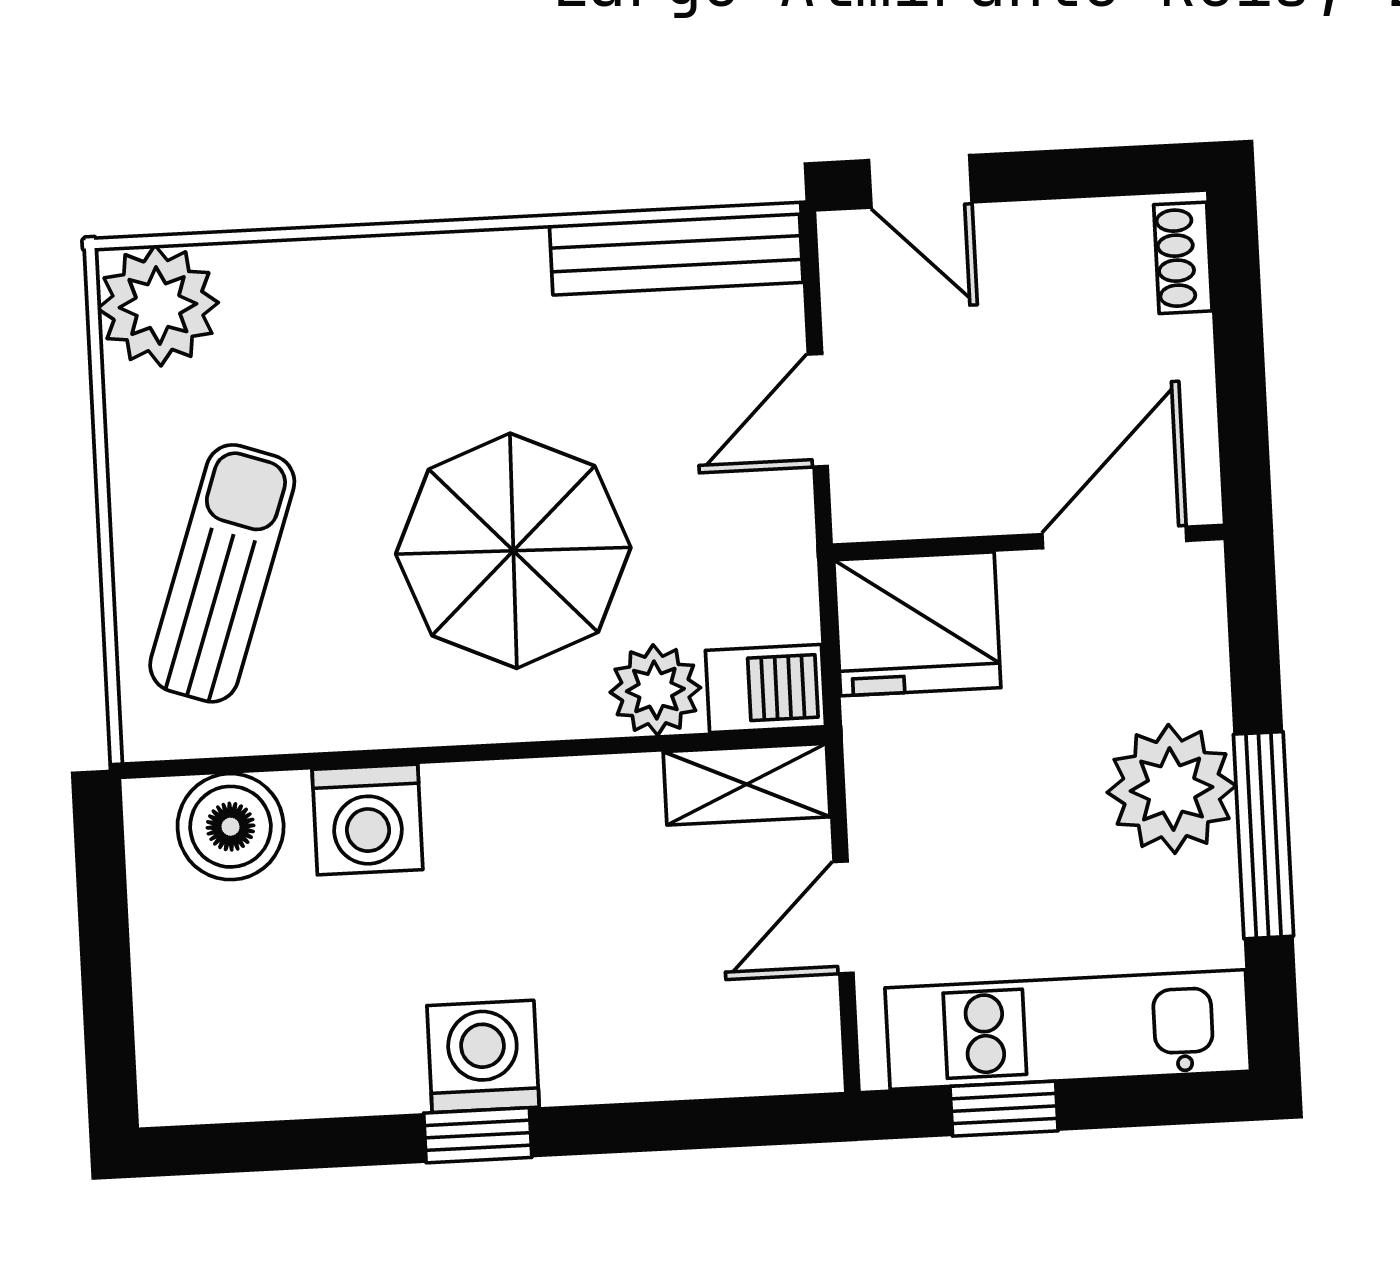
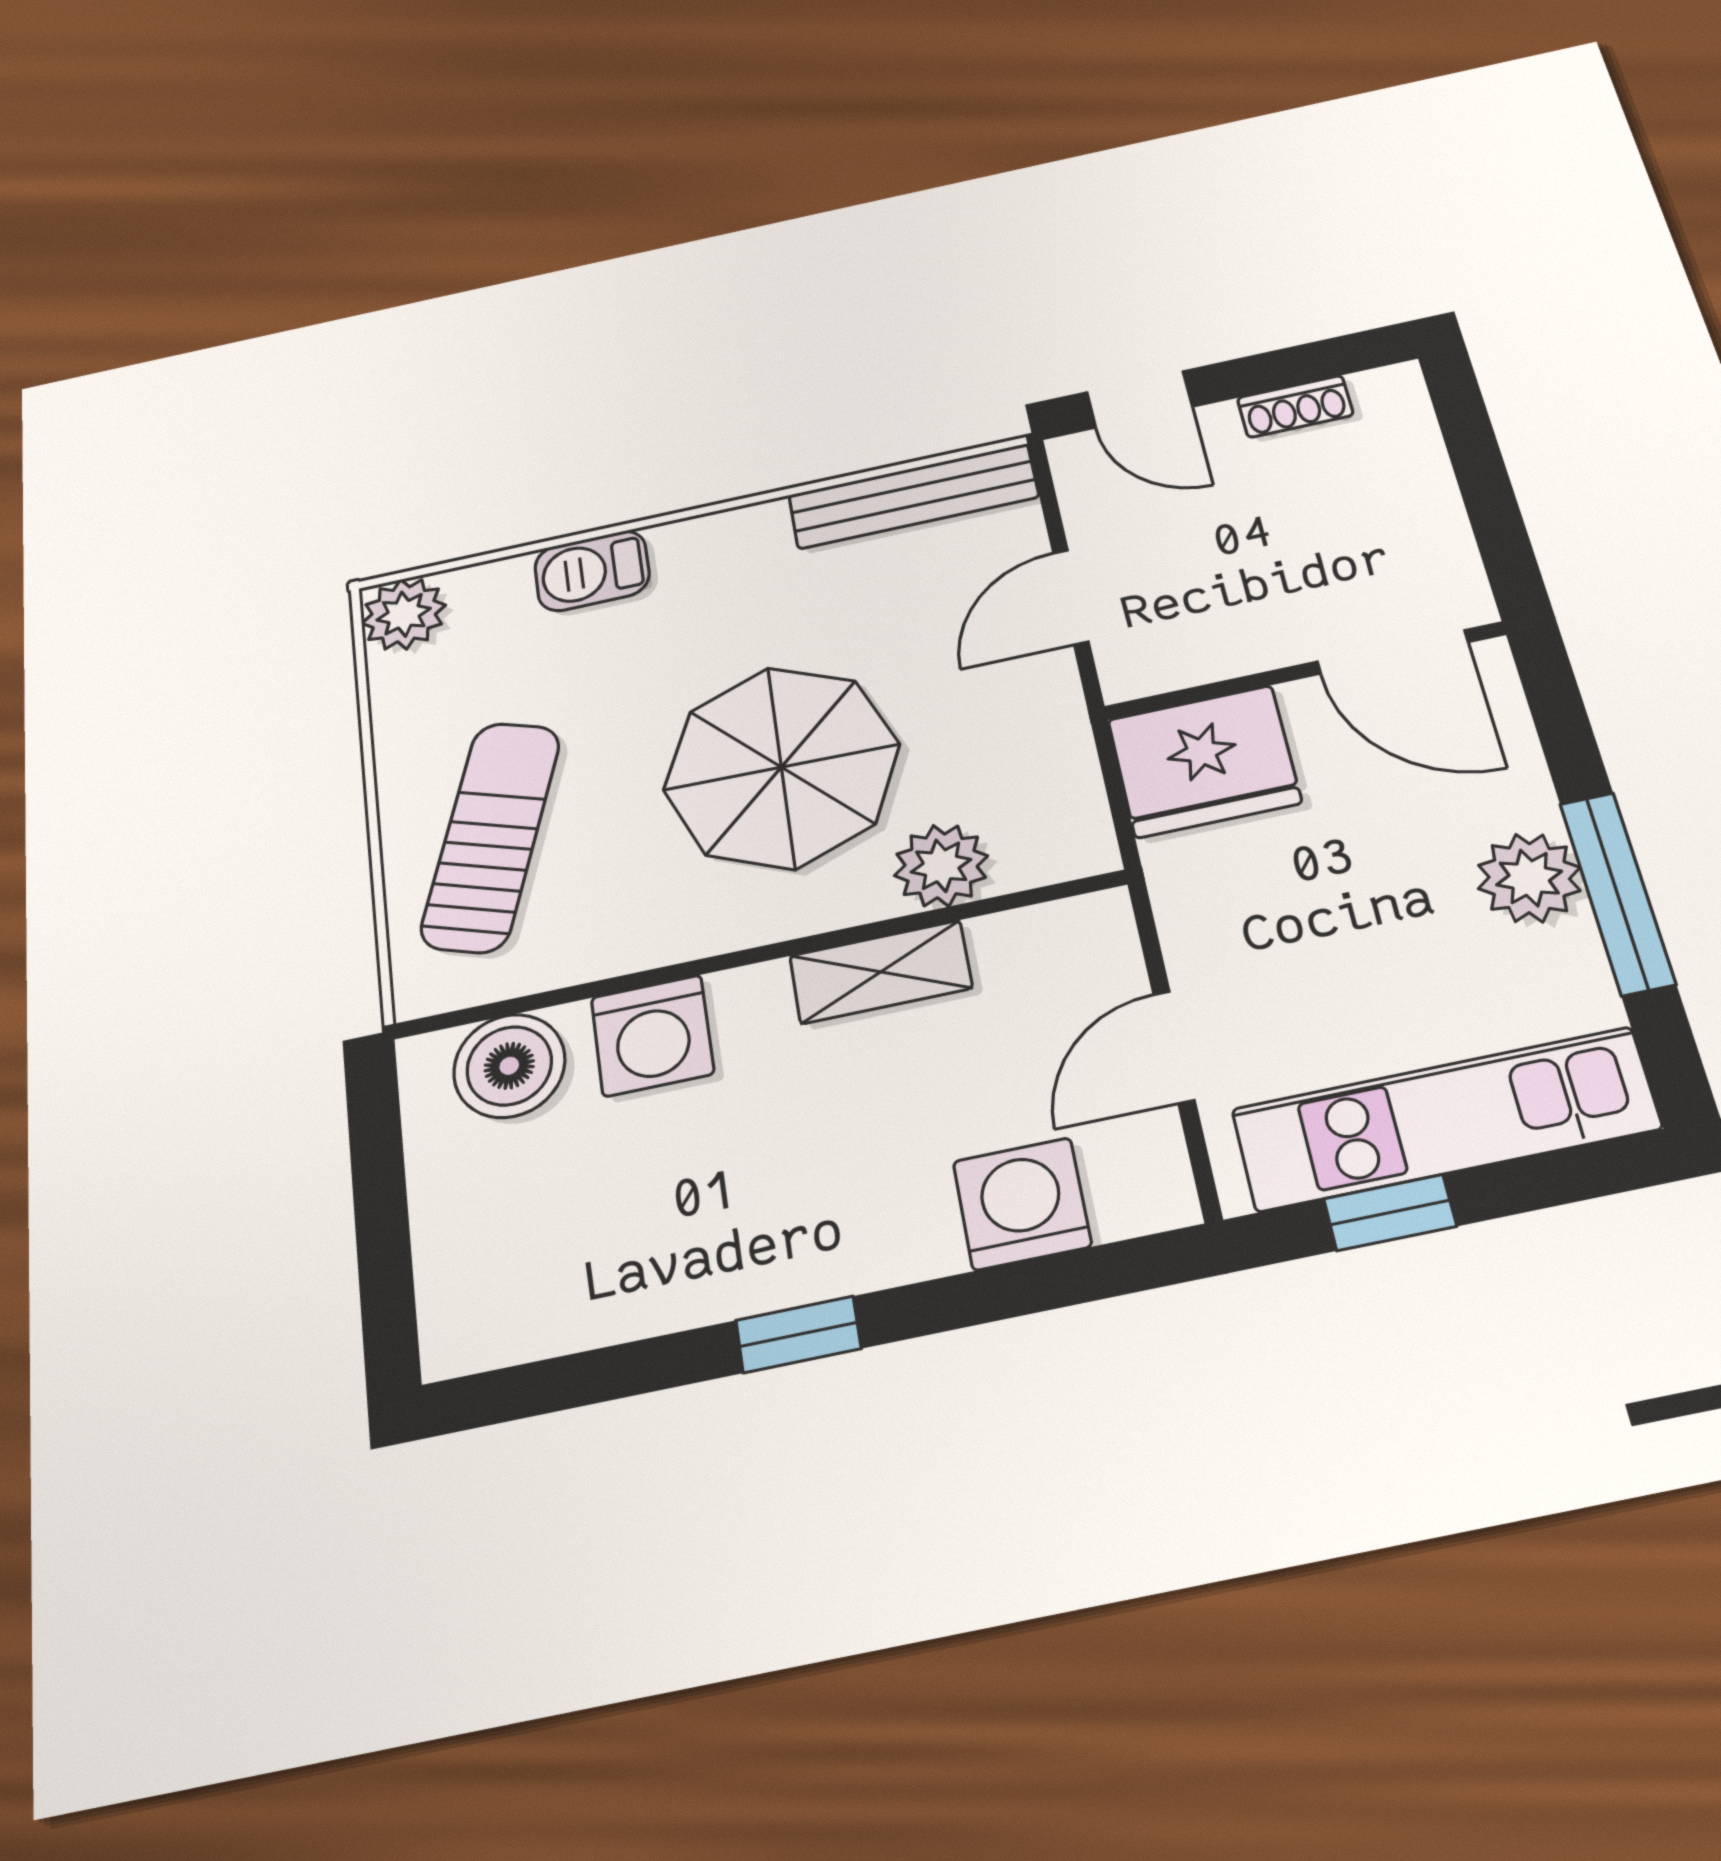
shoe rack: (1183, 258) -> (1295, 406), moved, turned -90
plant: (158, 306) -> (404, 614), width x0.73, depth x0.73
door: (1114, 537) -> (1393, 652), swing flipped
barbecue: (765, 689) -> (592, 571), moved, turned 180
shelving: (747, 784) -> (881, 972), moved
plant: (1172, 789) -> (1529, 878), width x0.73, depth x0.73
washing machine: (483, 1056) -> (1022, 1204), moved

